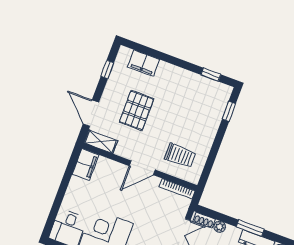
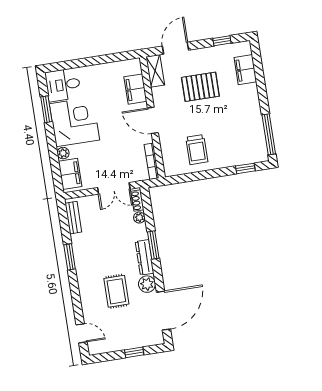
window: (211, 75) -> (269, 134), width x2.17
trolley: (180, 156) -> (197, 150), moved
filing cabinet: (86, 165) -> (135, 89), moved, turned 90

